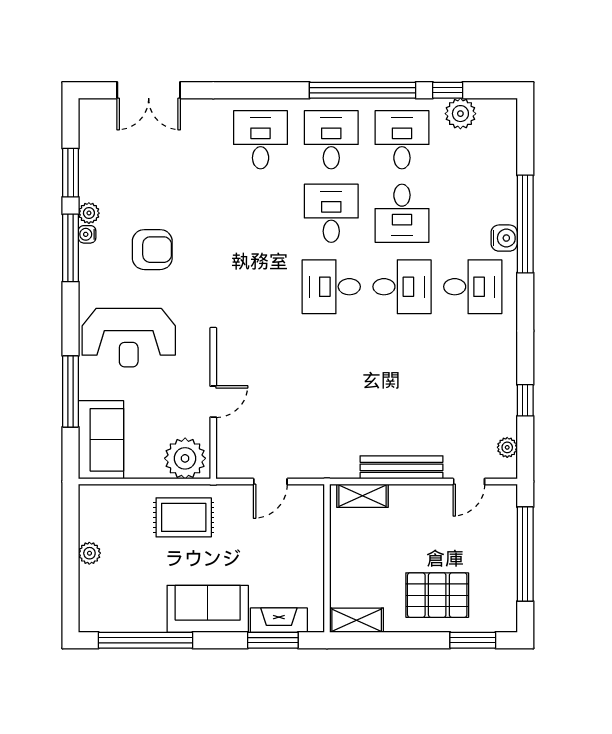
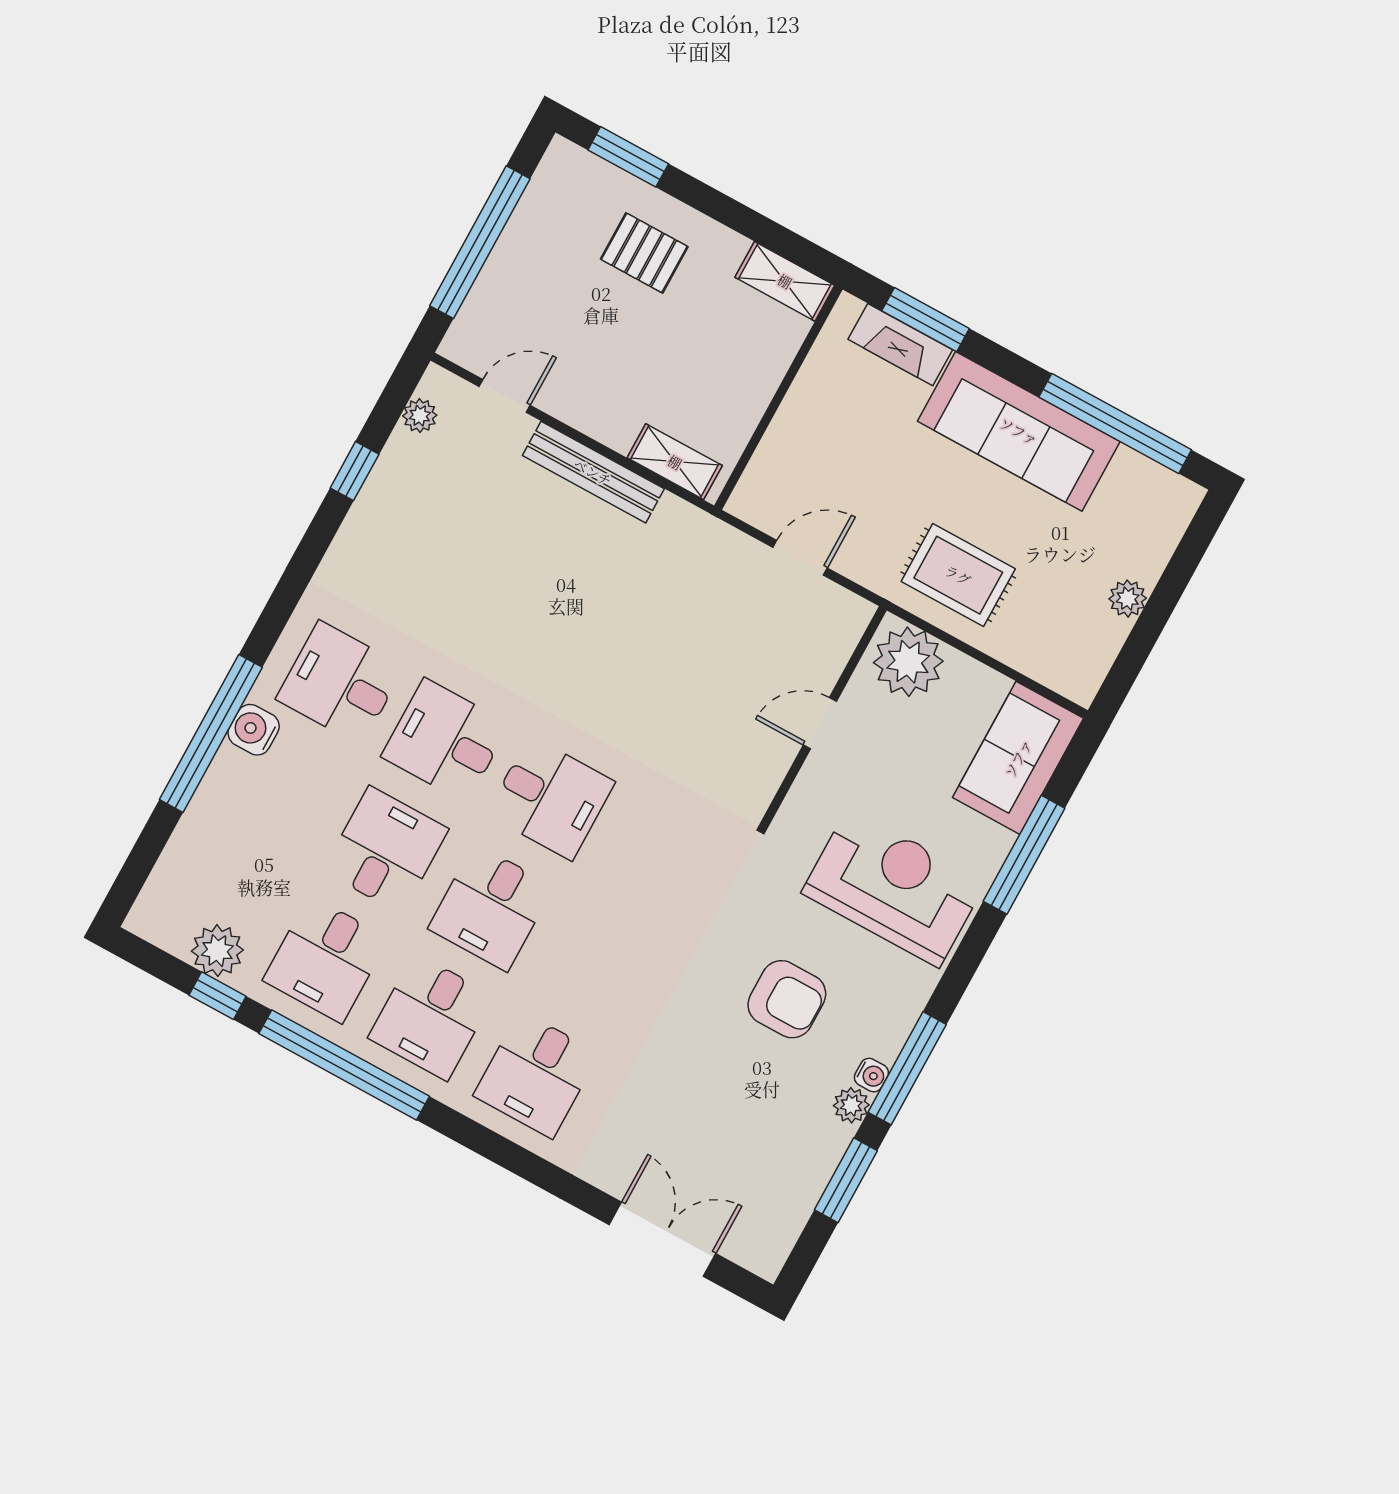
armchair: (152, 250) -> (787, 999), turned 180
pallet: (437, 595) -> (644, 253), width x0.67, depth x0.71
sofa: (208, 609) -> (1019, 431), width x1.36

